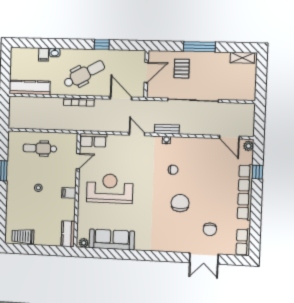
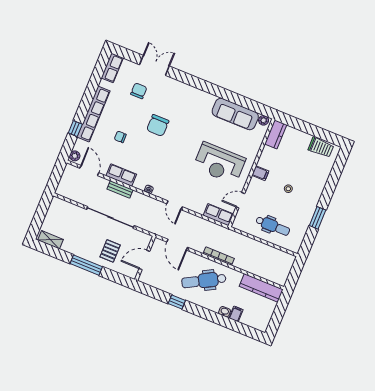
bench: (167, 129) -> (120, 189), moved
row of seats: (197, 144) -> (121, 175), added
chair: (173, 170) -> (120, 137), moved

